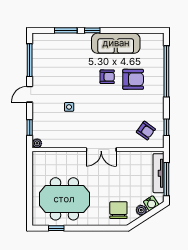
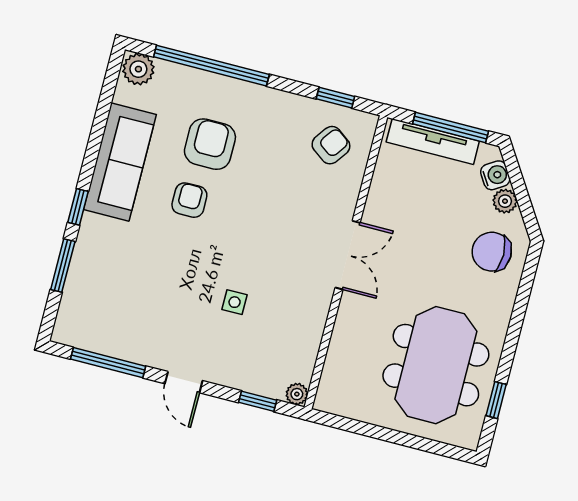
plant: (157, 41) -> (138, 69), added

